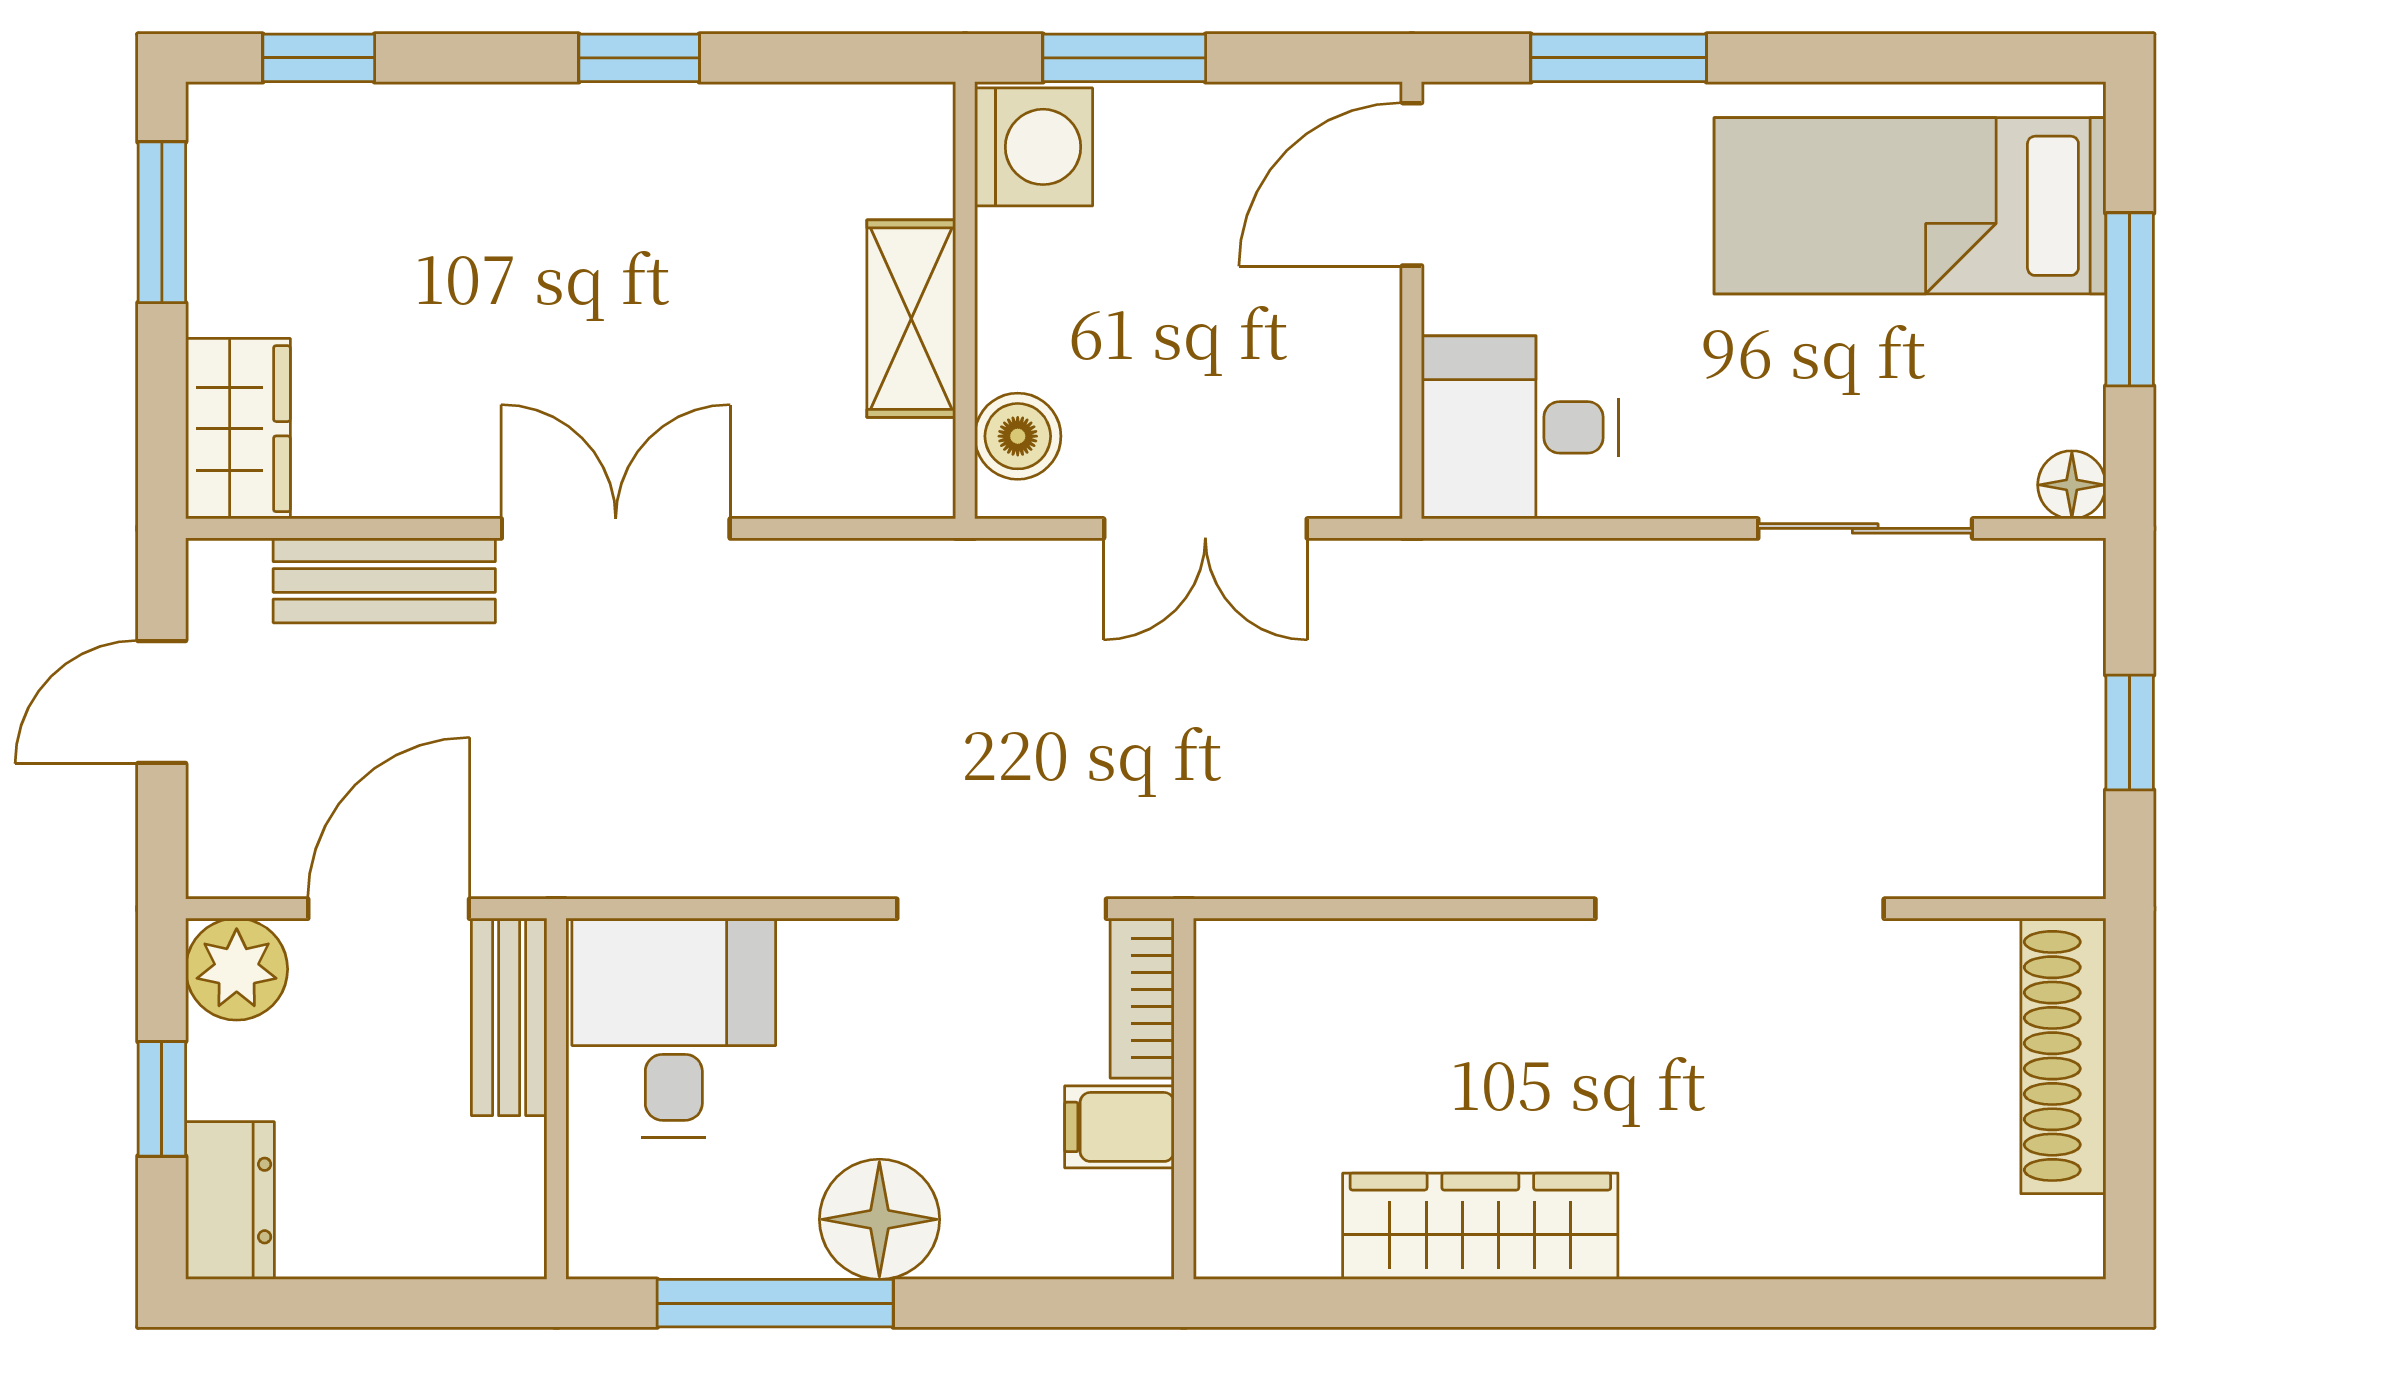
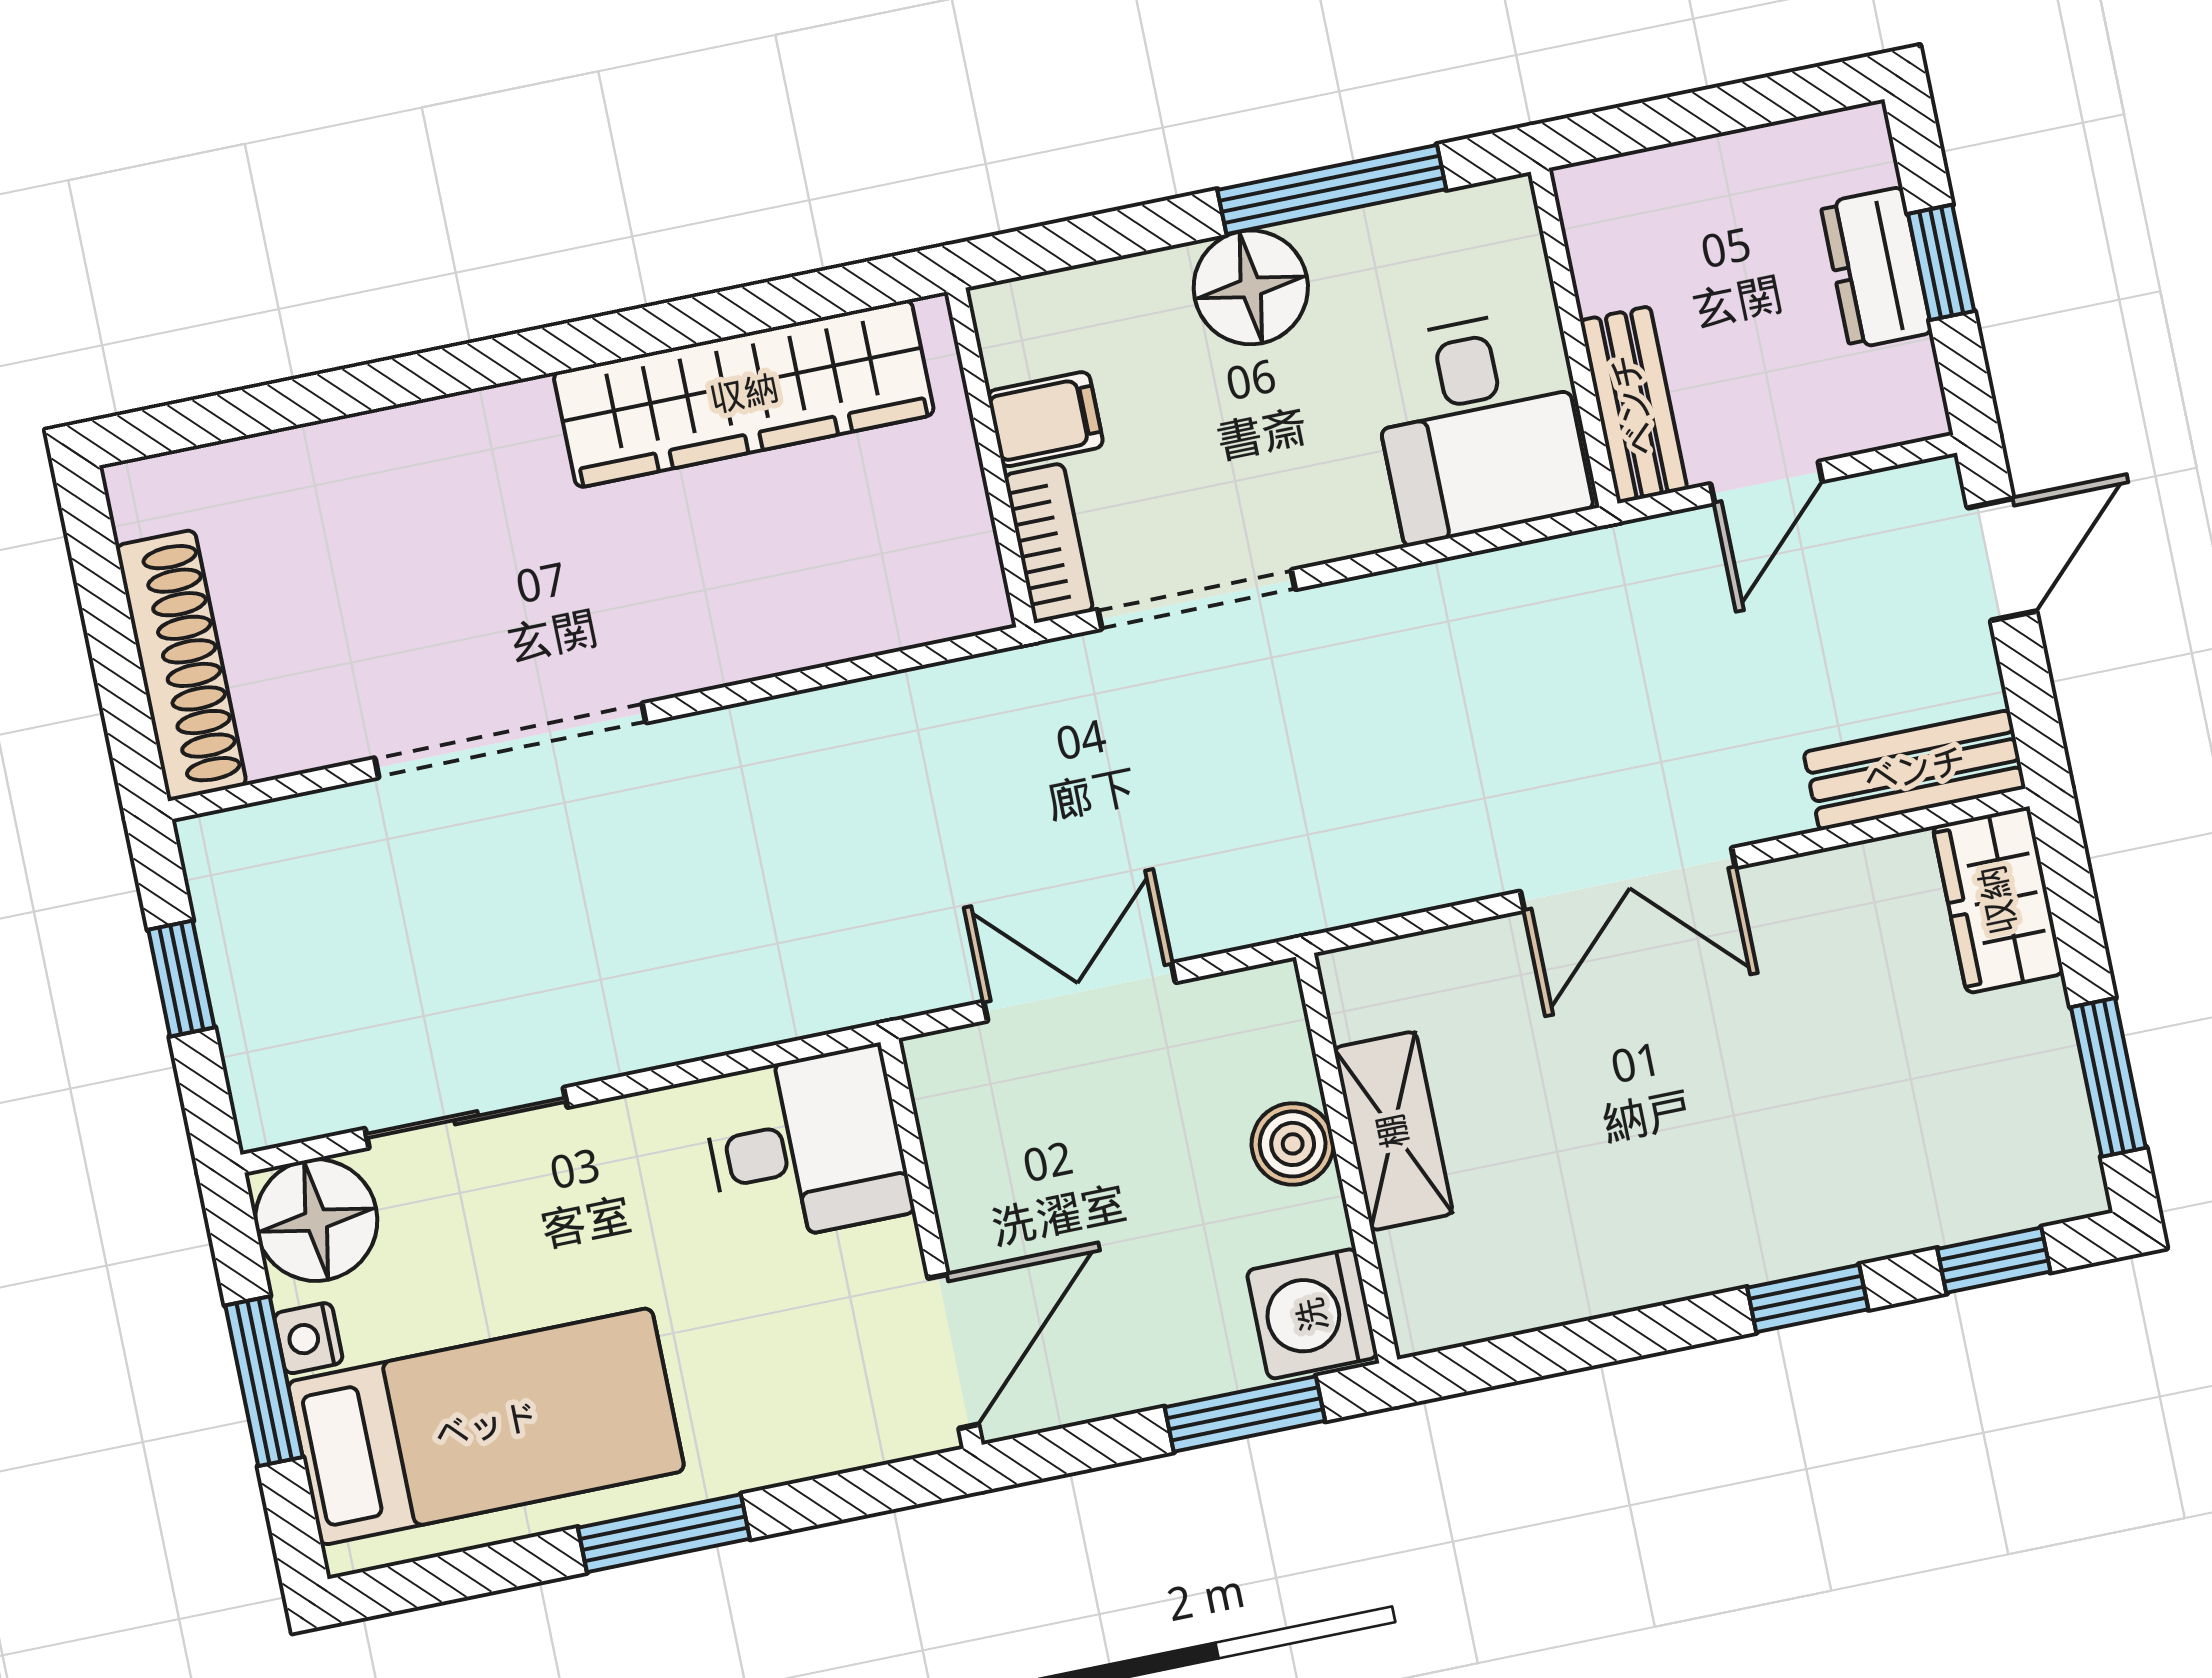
window: (639, 58) -> (1808, 1298), moved
window: (1619, 58) -> (664, 1533), moved
nightstand: (2075, 335) -> (308, 1338), added
boiler: (1018, 436) -> (1293, 1144), moved
floor lamp: (2072, 485) -> (316, 1220), width x1.89, depth x1.89
bench: (384, 580) -> (1915, 770), moved
door: (162, 702) -> (2002, 559), moved
door: (389, 909) -> (1766, 482), width x0.73
plant: (237, 969) -> (1896, 397), removed
dresser: (230, 1201) -> (1876, 268), moved
wardrobe: (1480, 1226) -> (744, 394), width x1.40, depth x1.17

